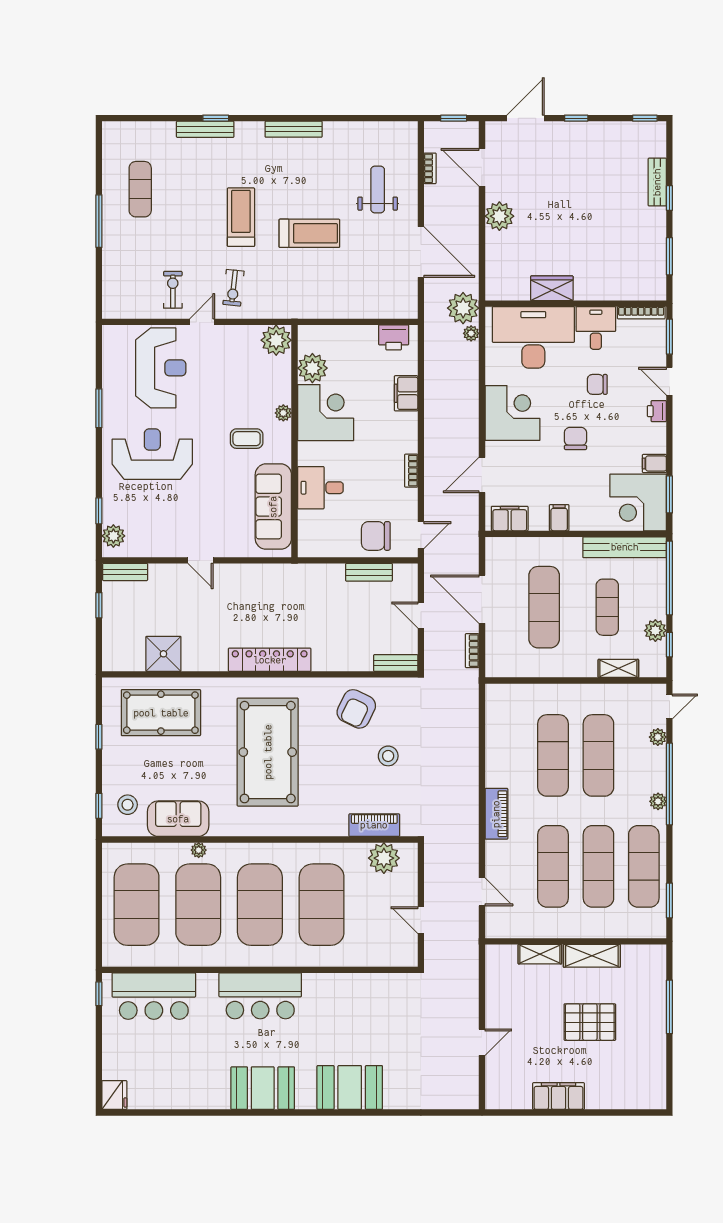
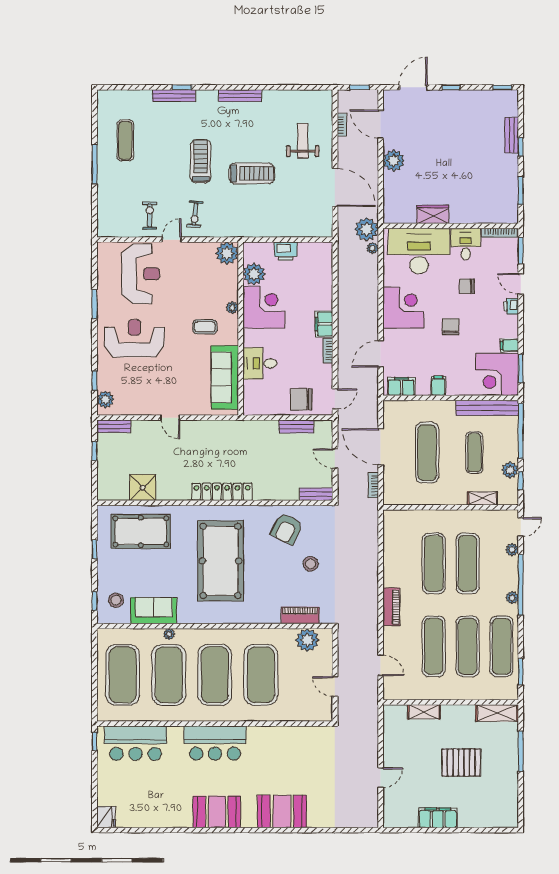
printer: (394, 337) -> (286, 251), moved
filing cabinet: (406, 393) -> (324, 324), moved
shelving: (592, 956) -> (497, 713), moved

